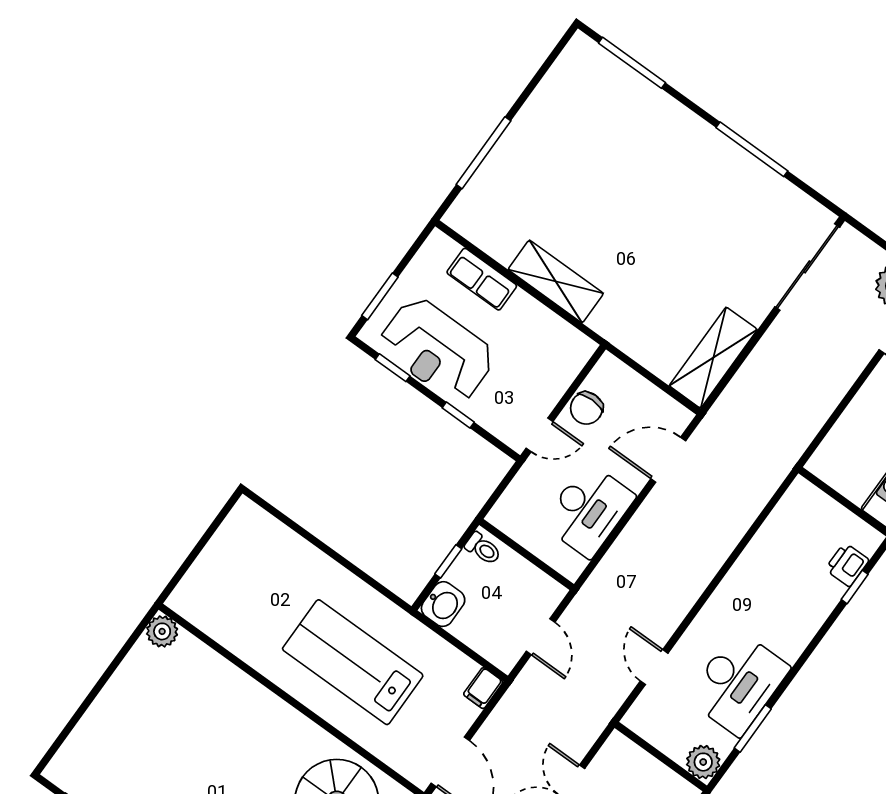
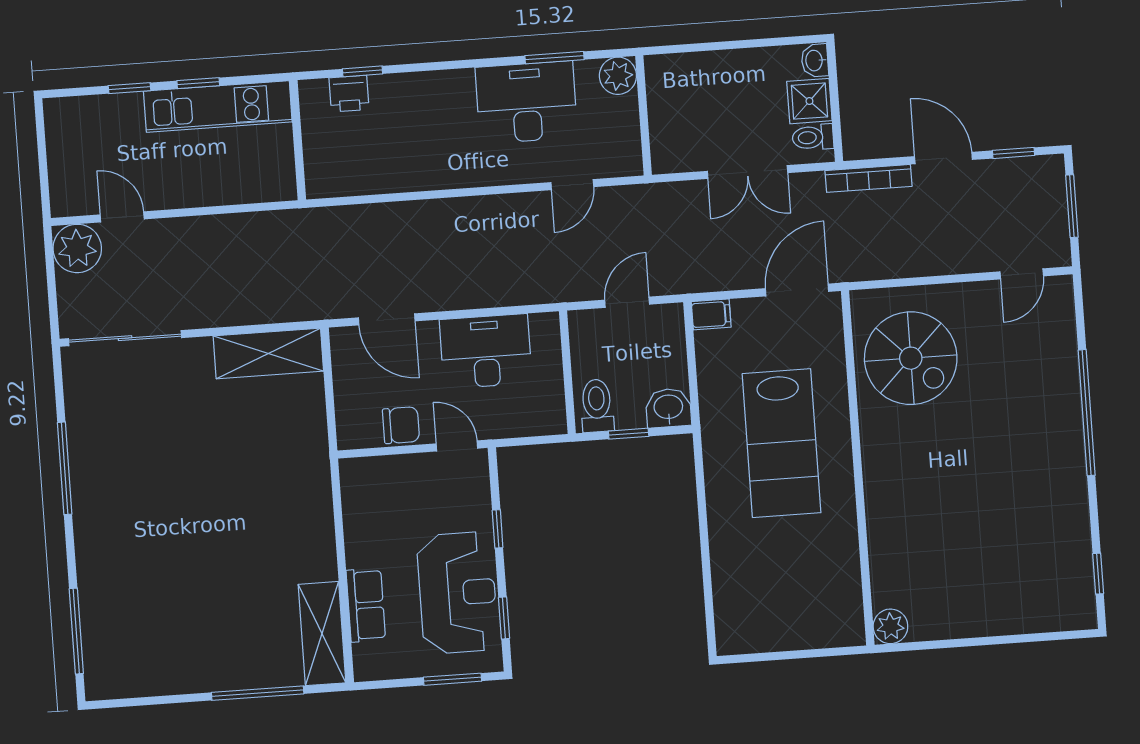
shelving: (556, 281) -> (322, 634), moved
toilet: (483, 549) -> (597, 406), width x1.37, depth x1.39

